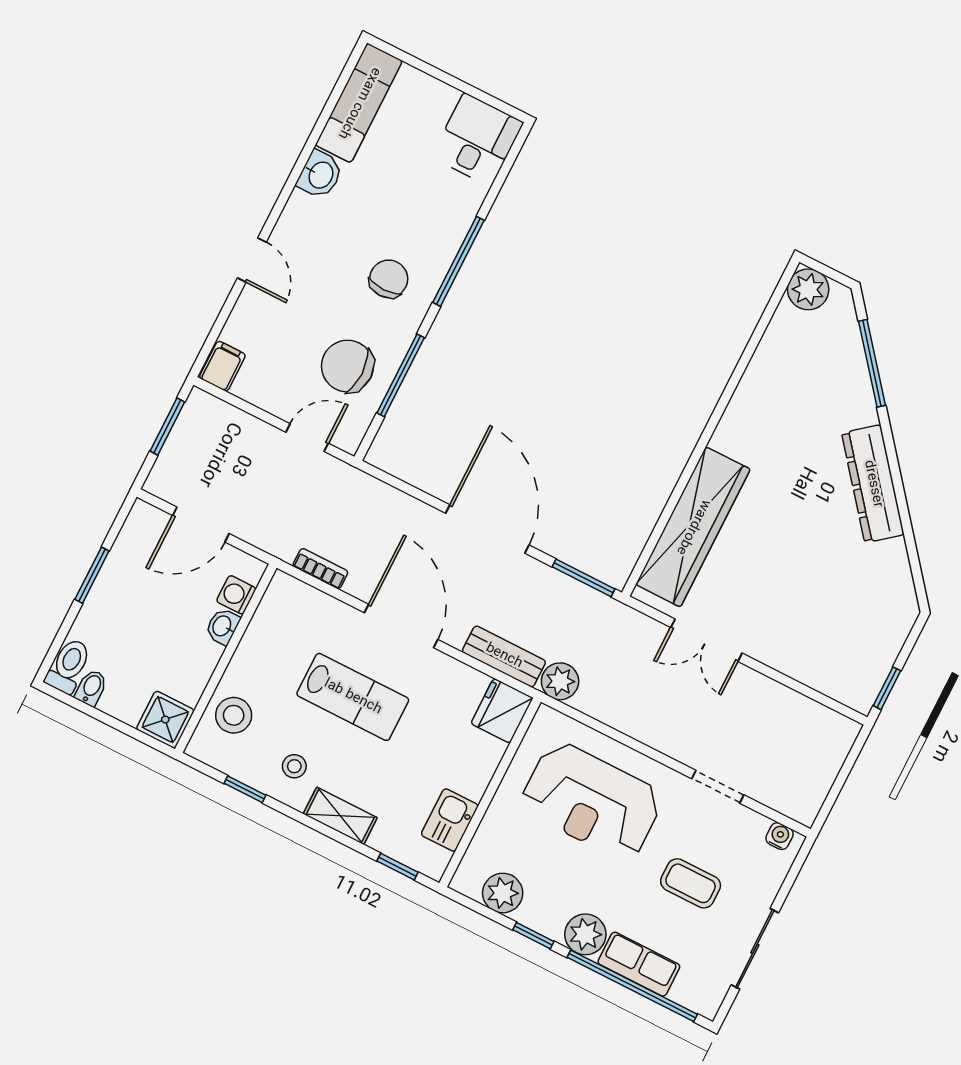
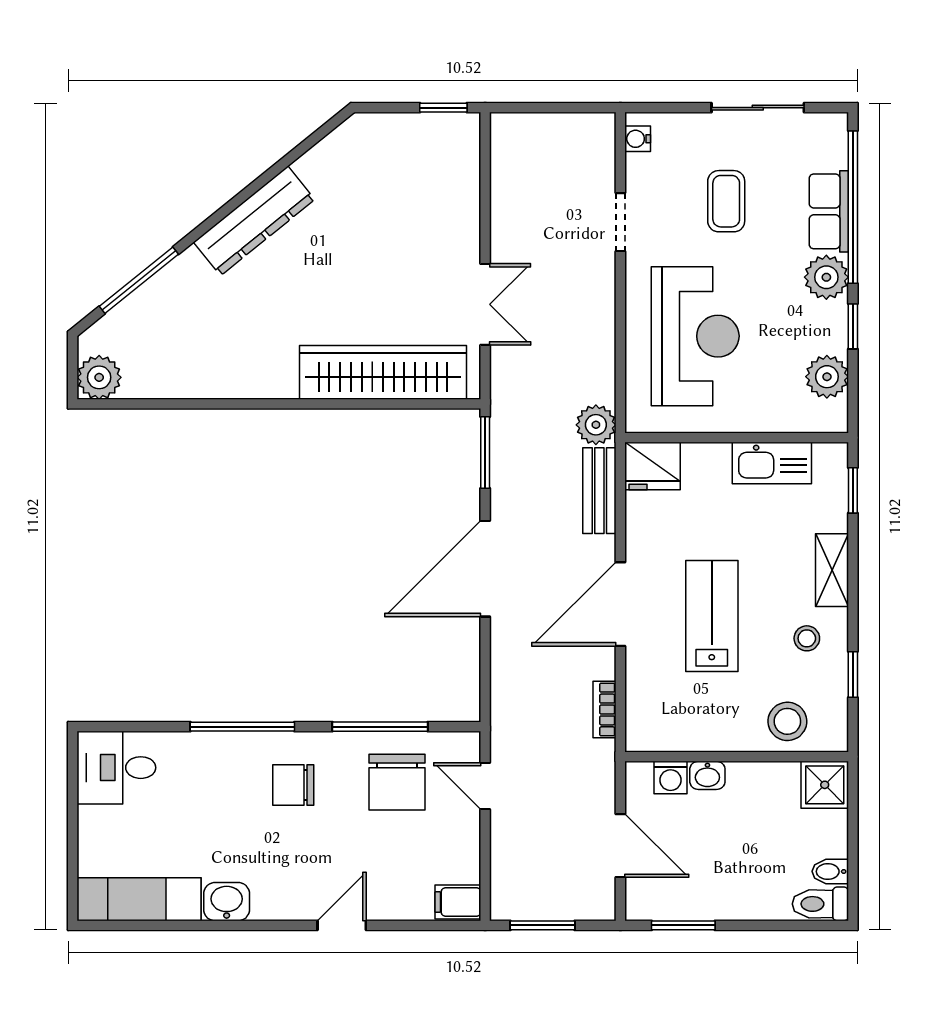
window: (92, 575) -> (683, 925), moved
kitchen sink: (450, 820) -> (772, 463), width x1.38

